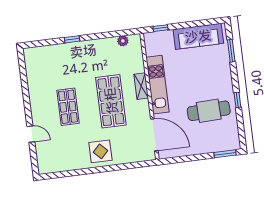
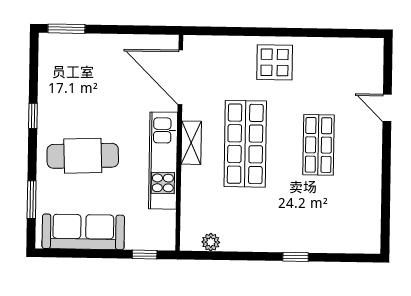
shelving: (141, 86) -> (191, 143), moved
cafe table: (209, 111) -> (83, 156), moved

